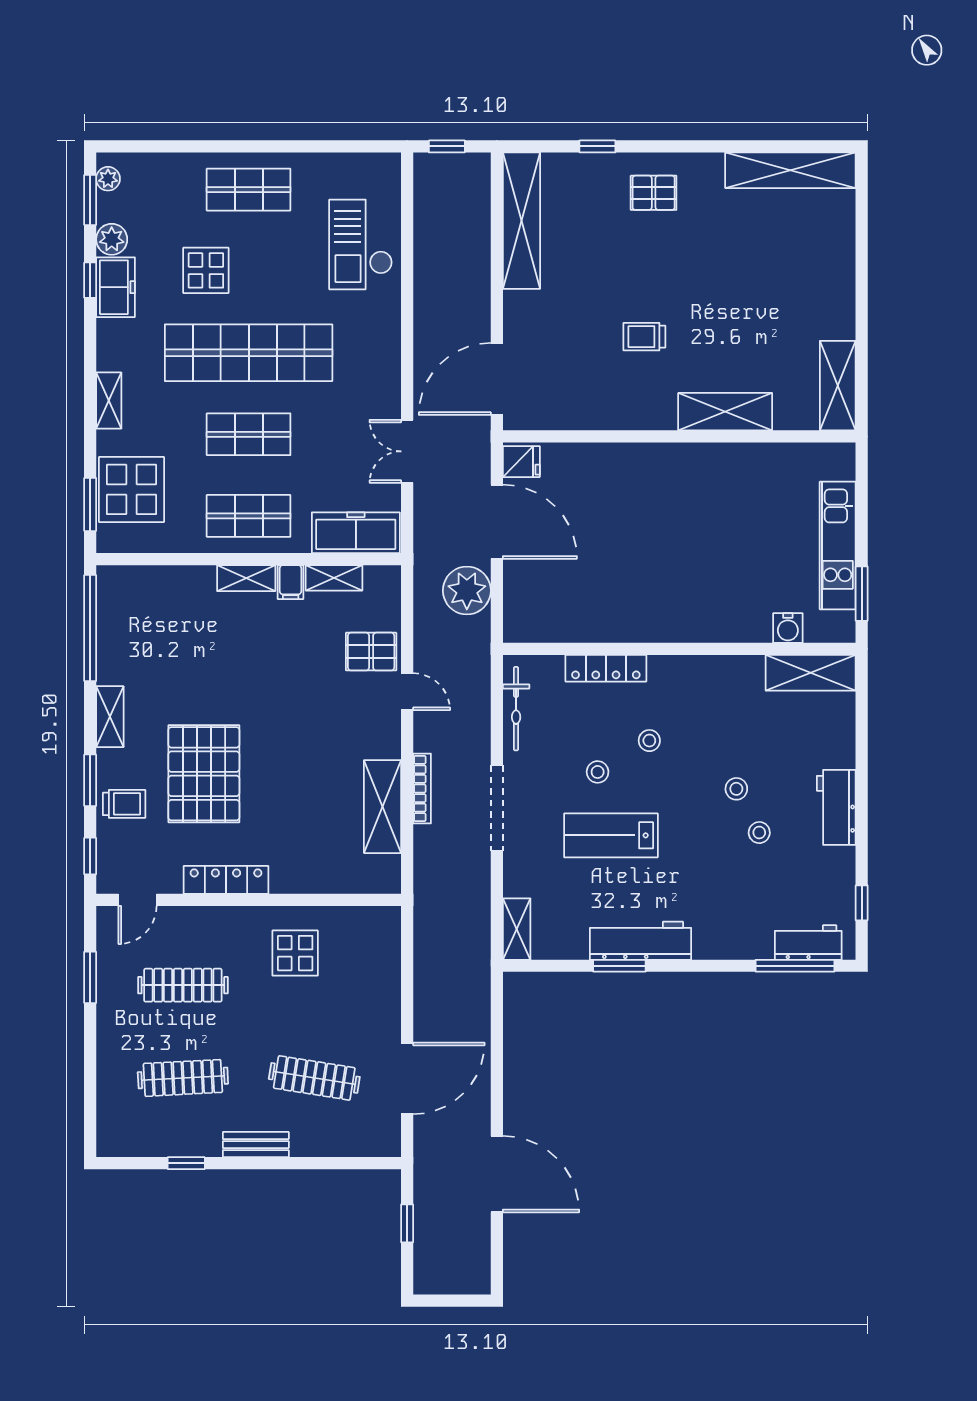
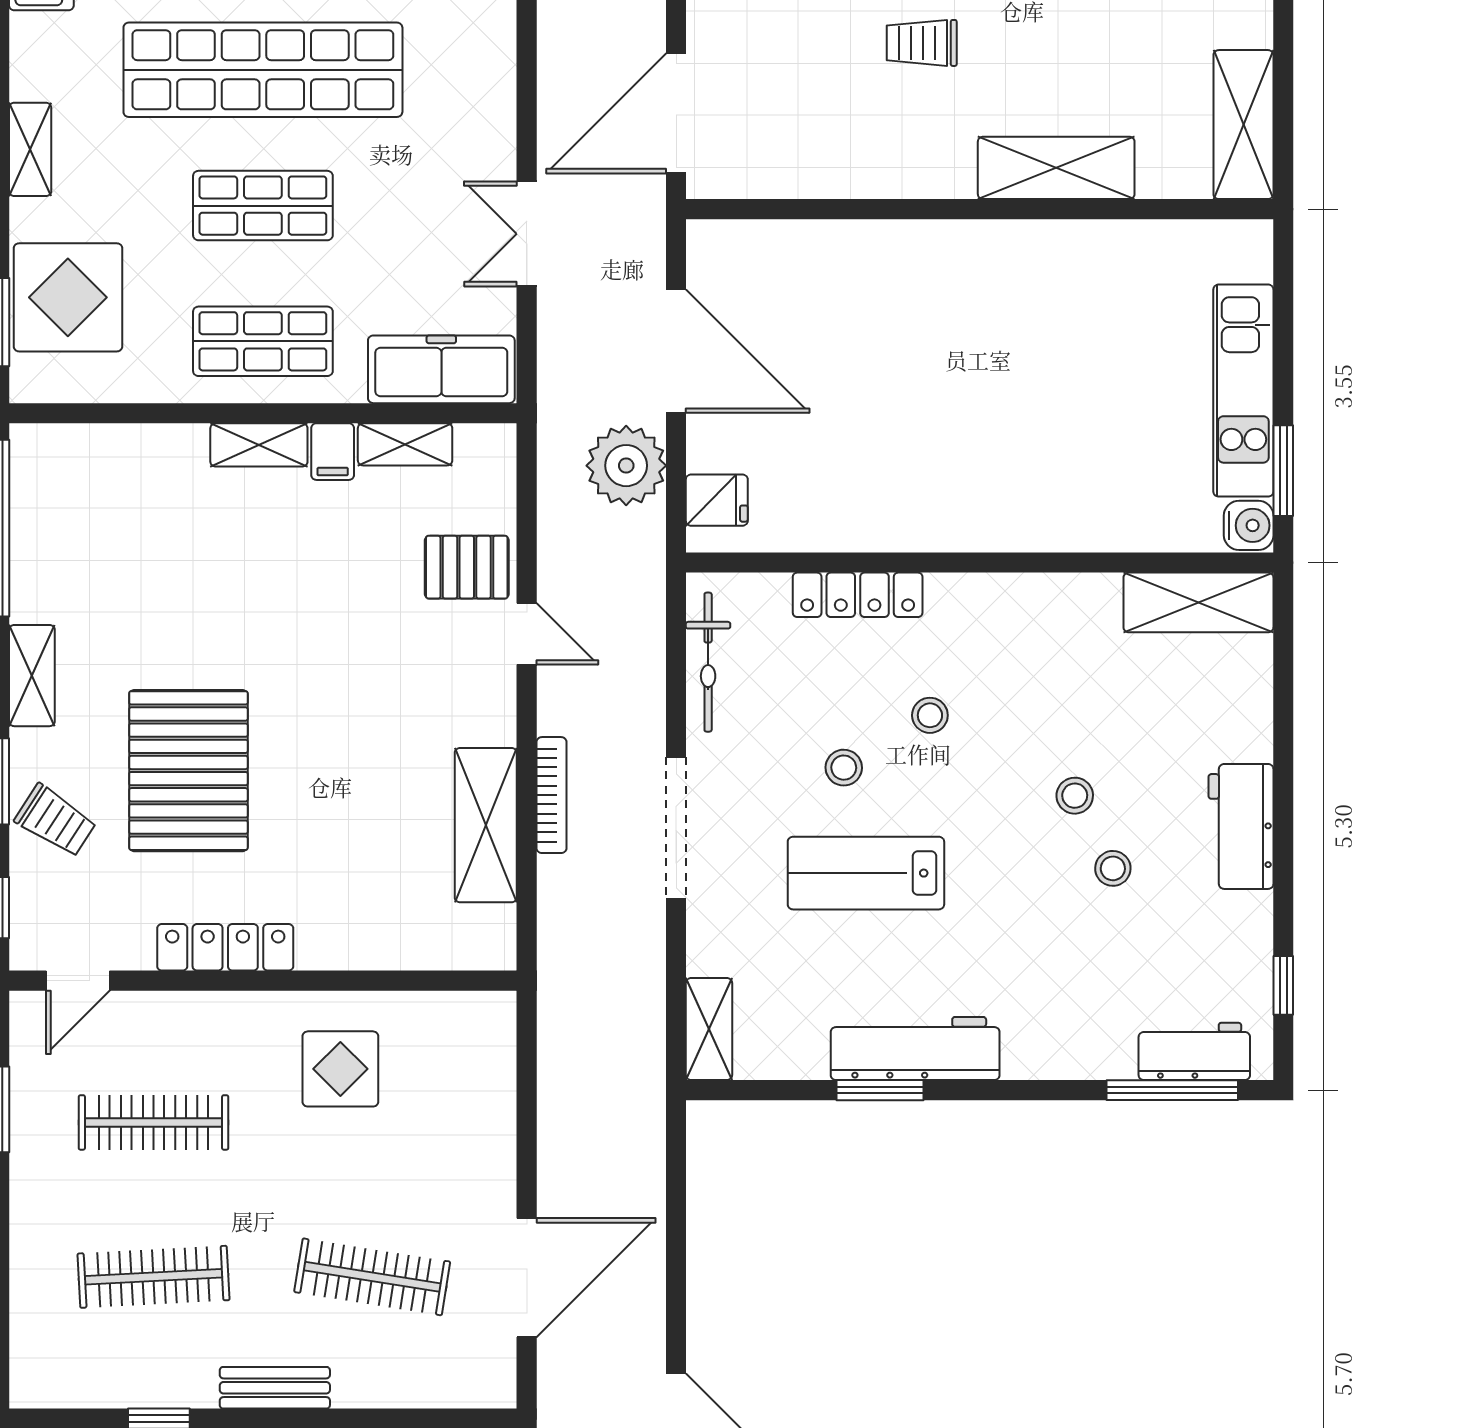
fridge: (521, 462) -> (717, 500), moved
water cooler: (788, 628) -> (1249, 525), moved, turned -90
trolley: (124, 804) -> (56, 821), turned 33

